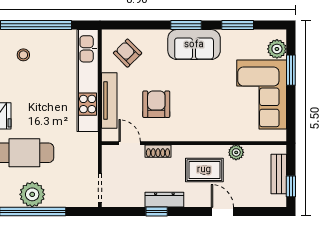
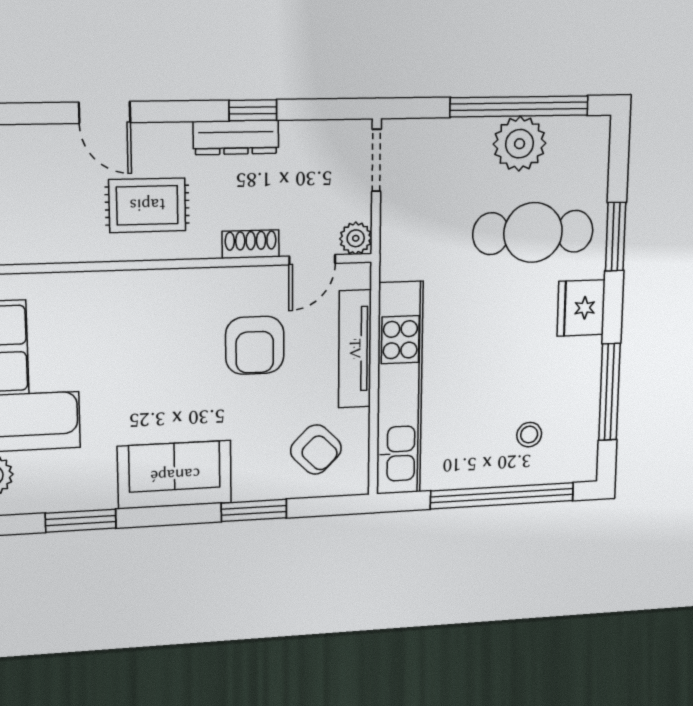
window: (186, 25) -> (254, 510), moved
door: (130, 143) -> (312, 260), hinge flipped
plant: (236, 152) -> (356, 238), moved

